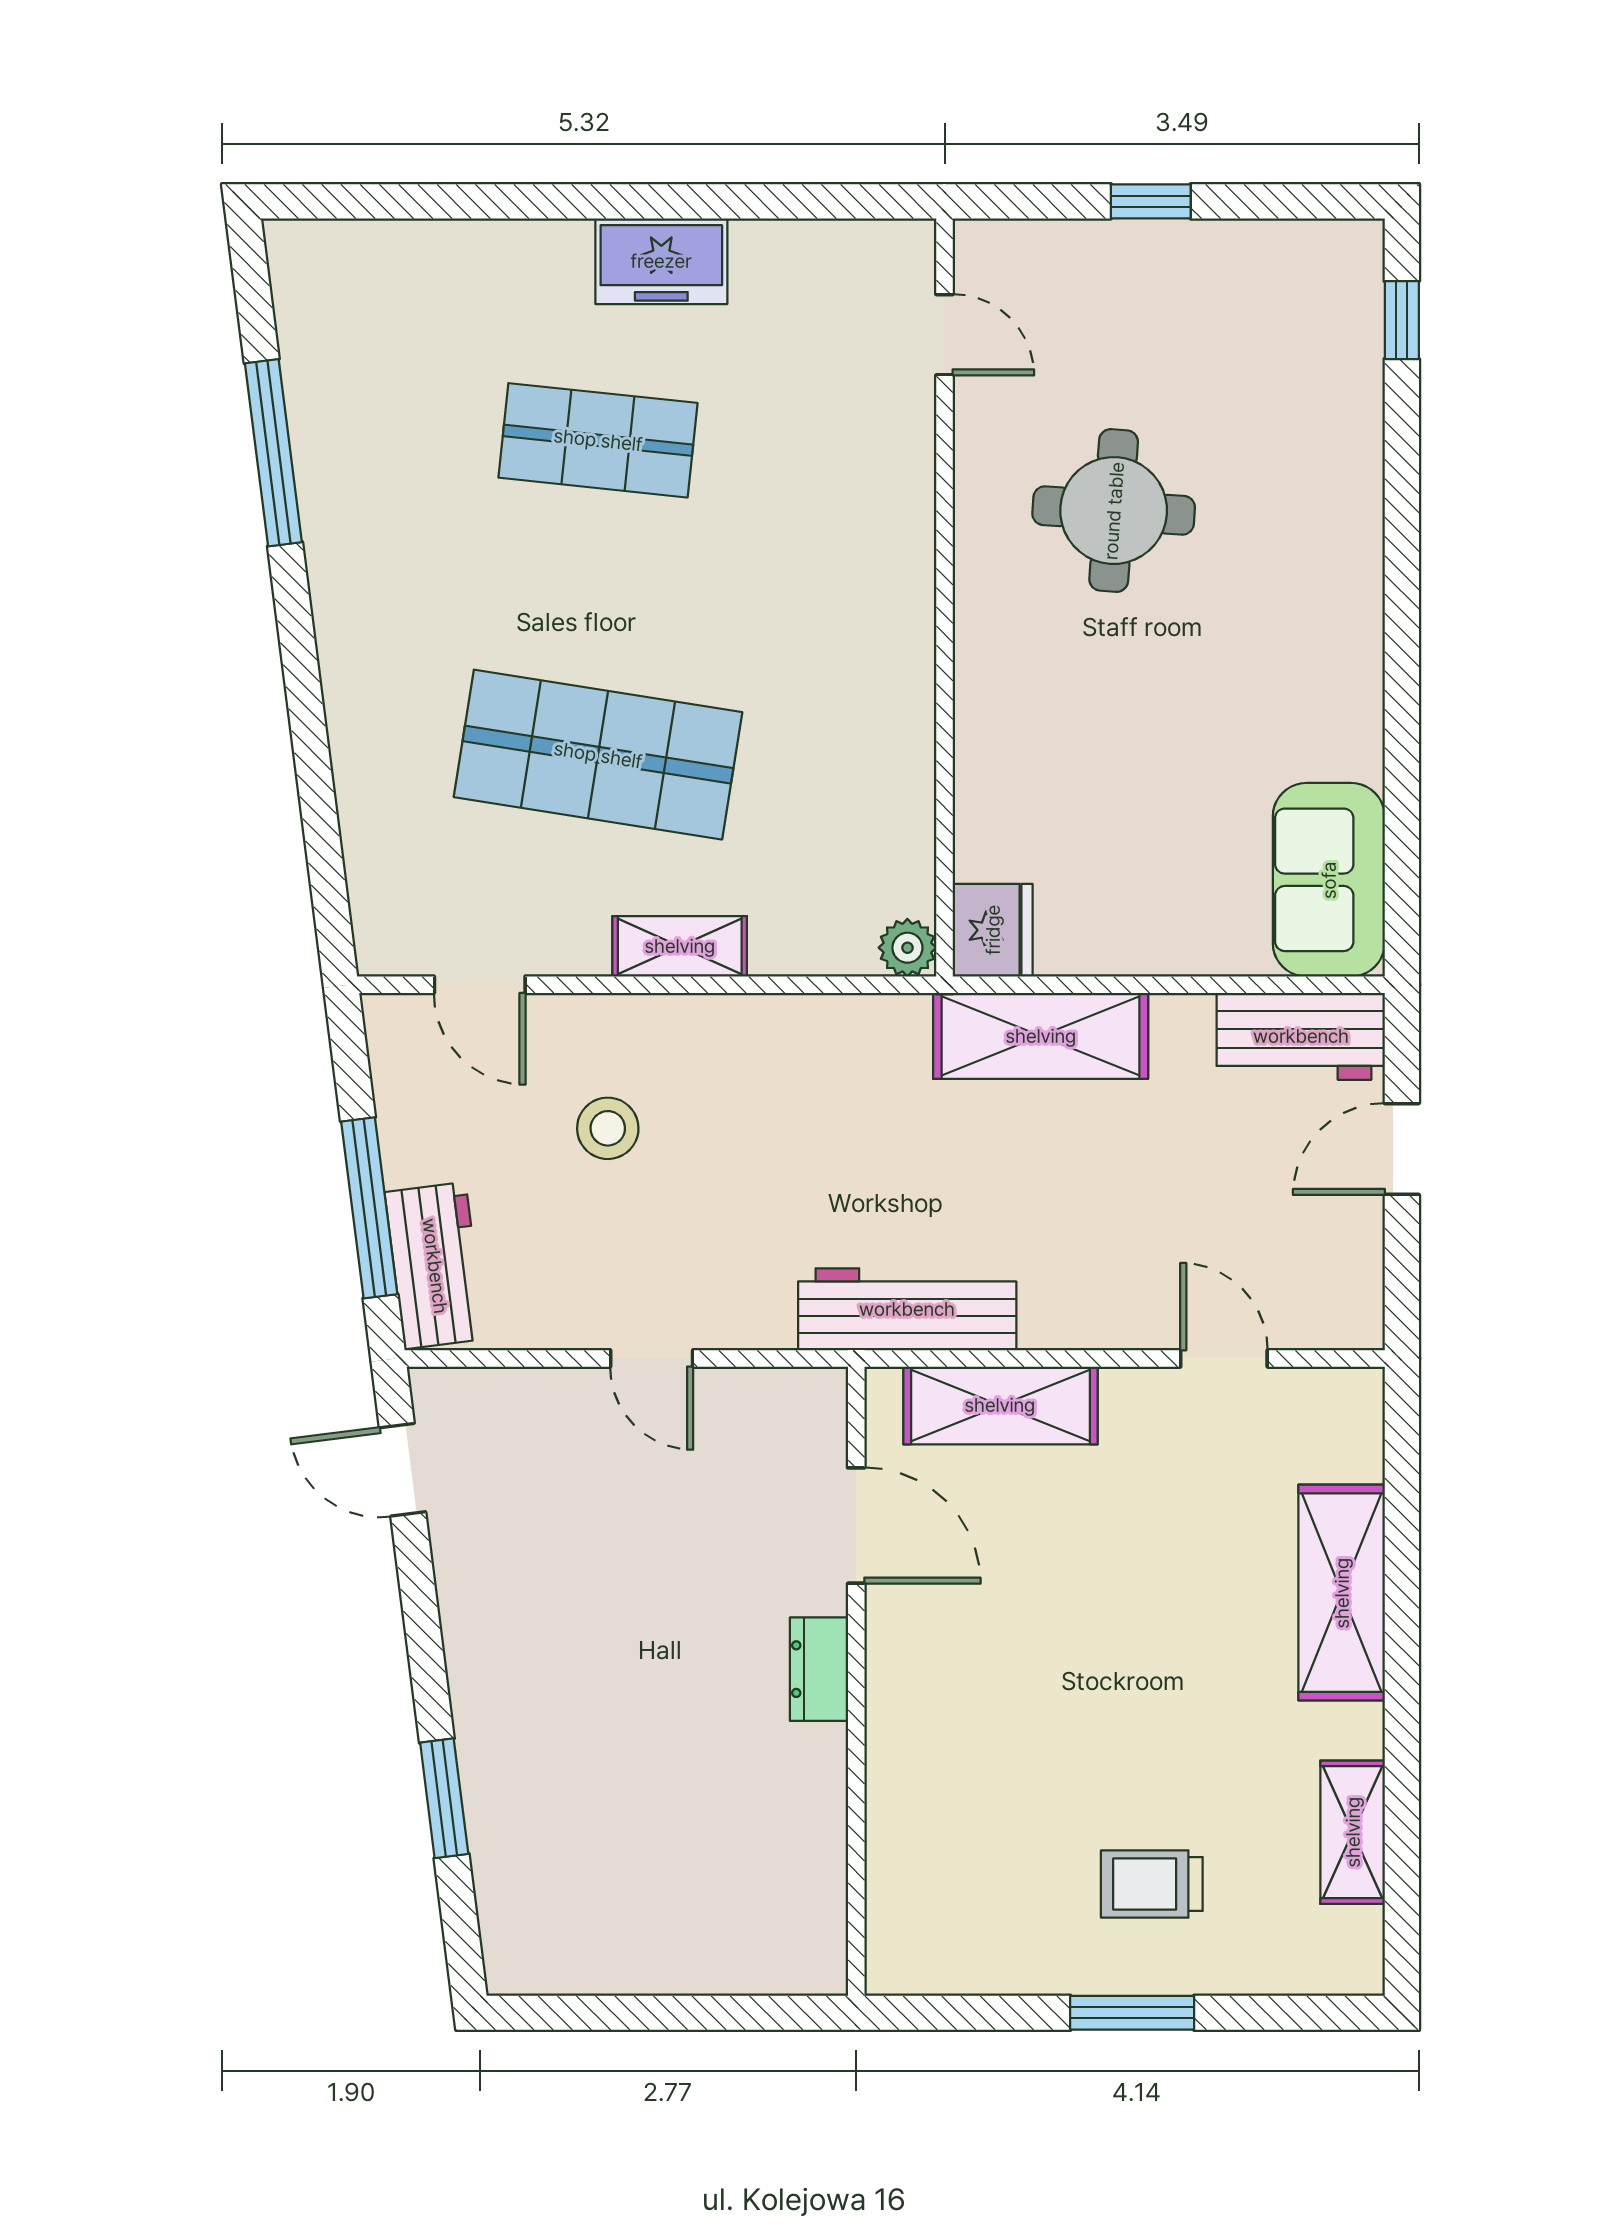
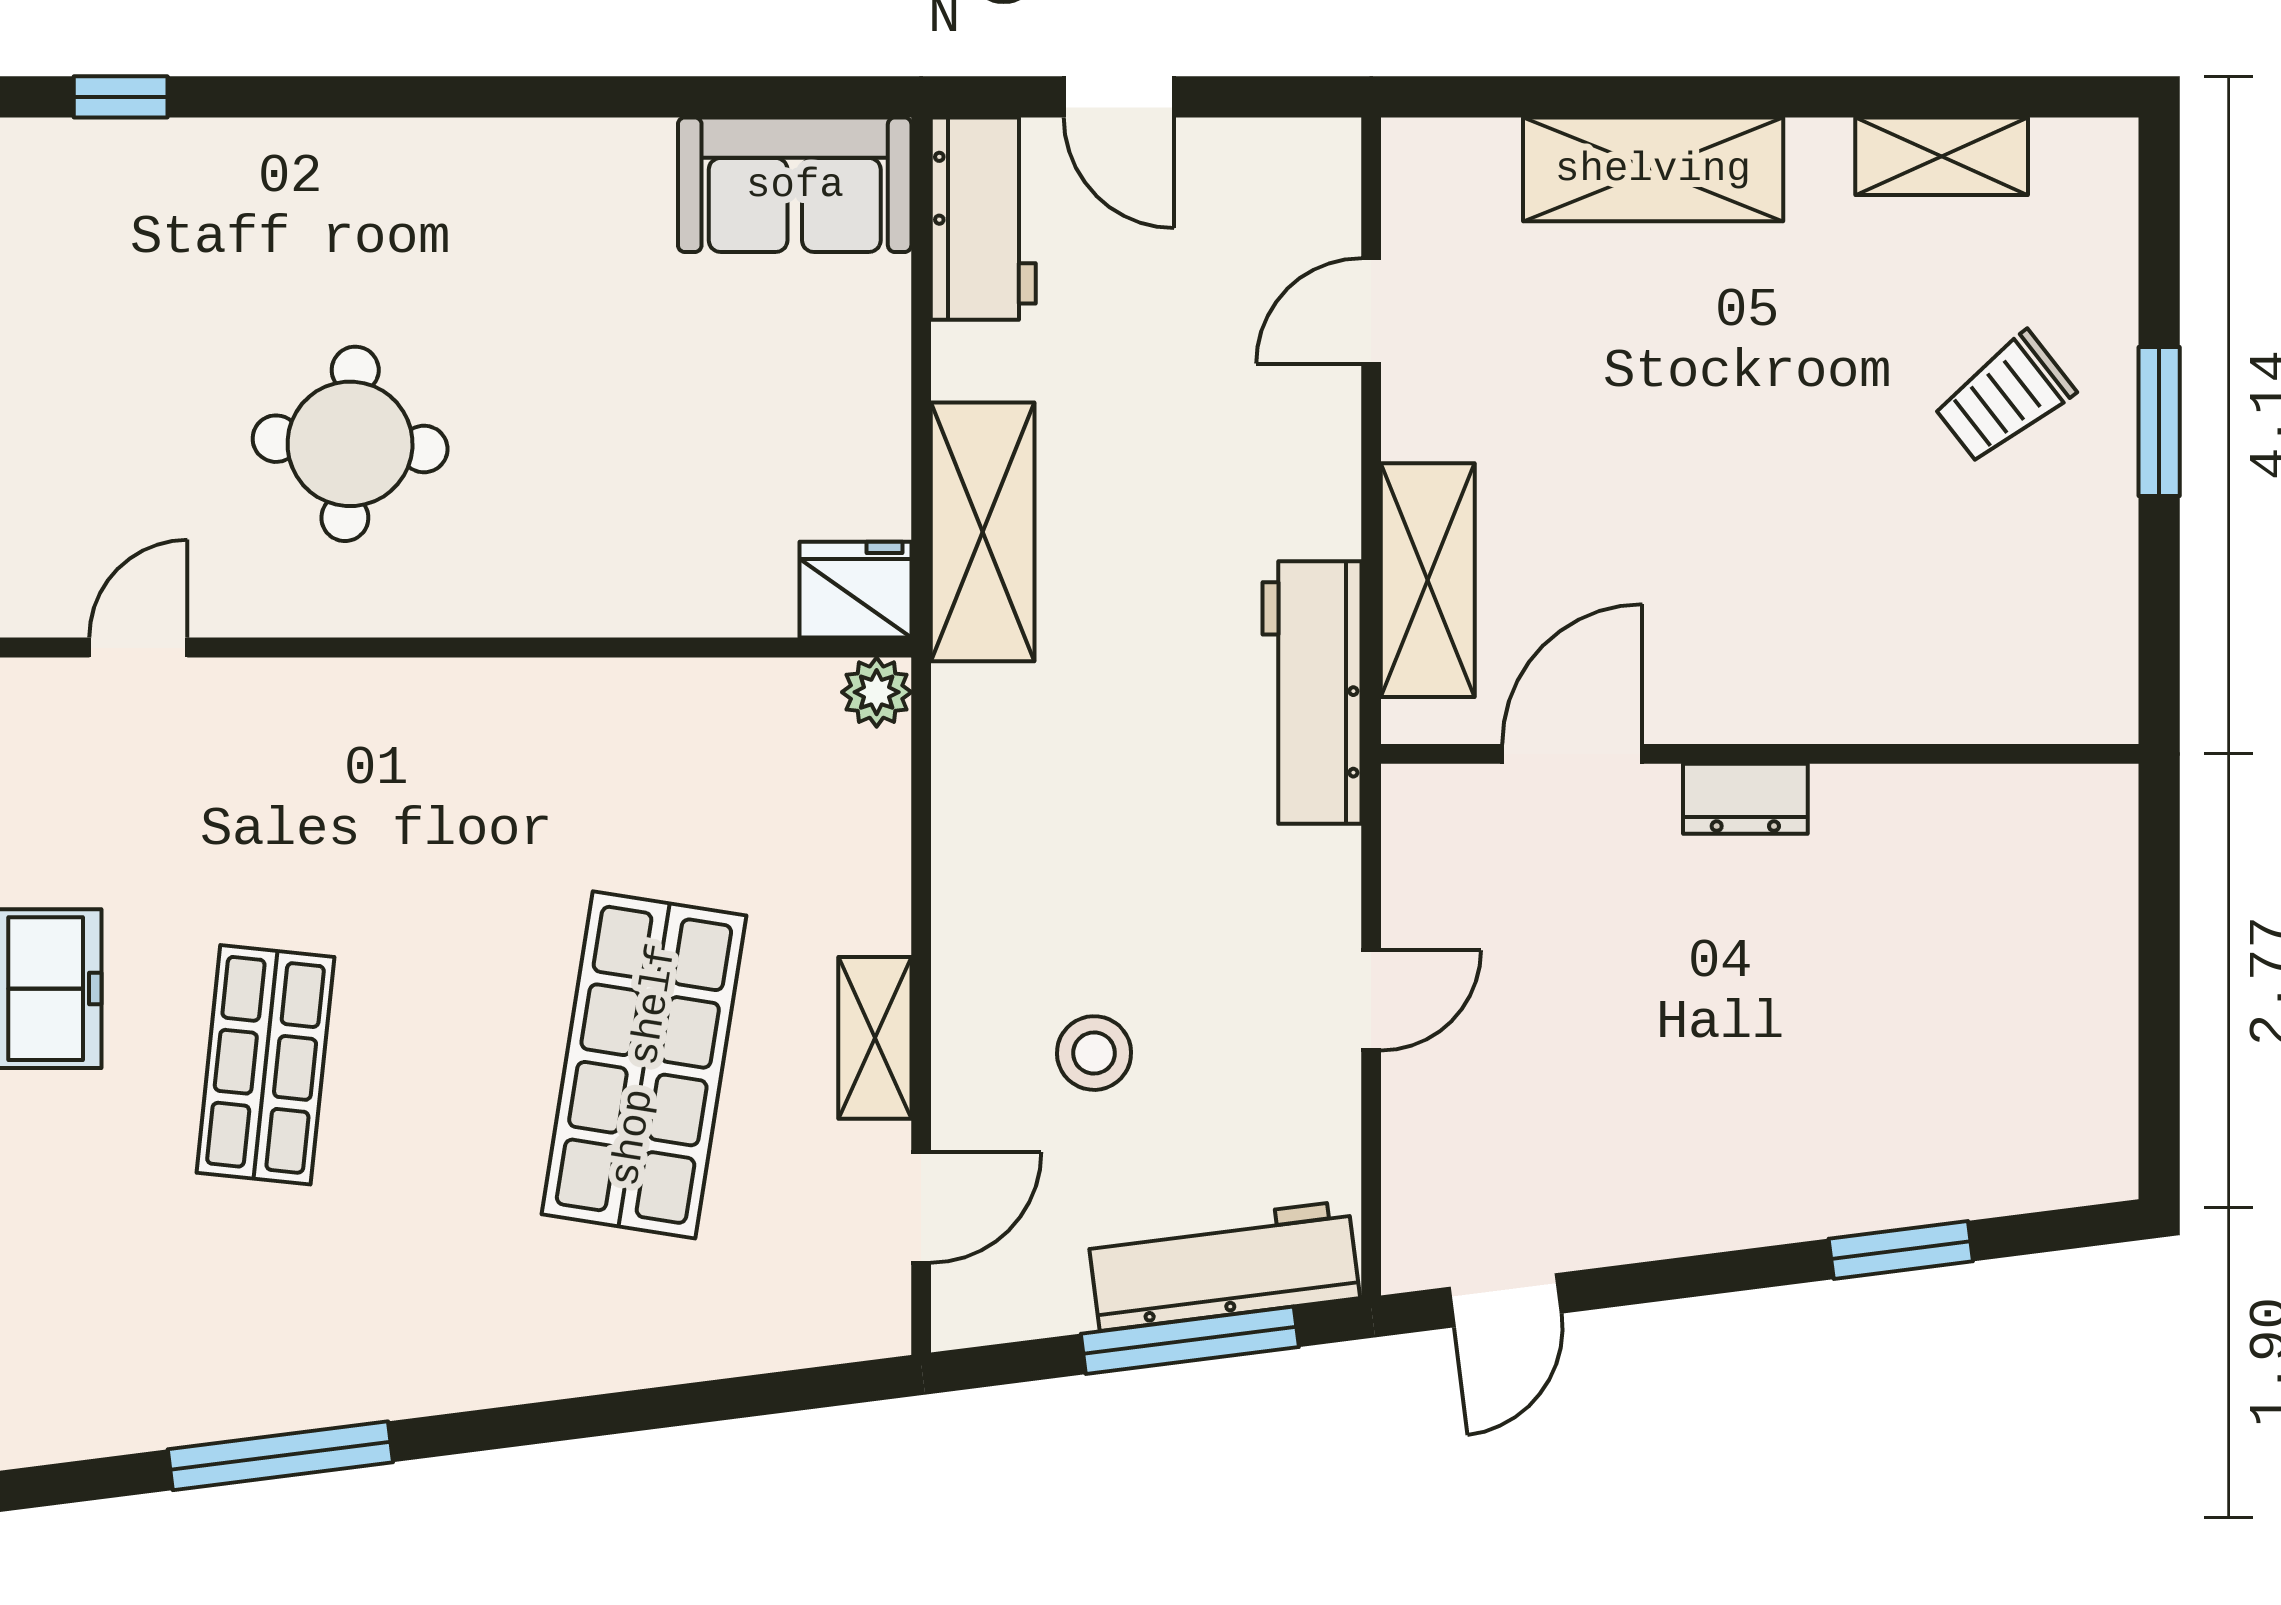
shelving: (680, 946) -> (875, 1038), moved
workbench: (435, 1266) -> (1224, 1266), width x1.38
trolley: (1152, 1884) -> (2004, 398), turned 52

